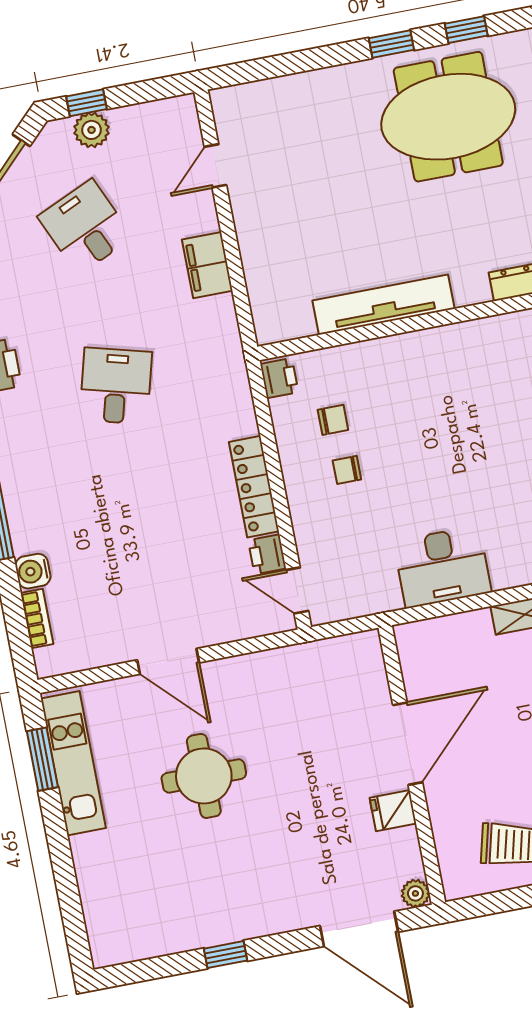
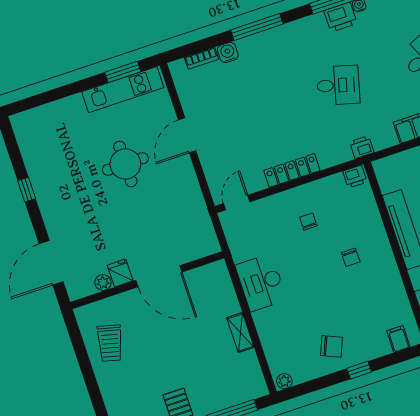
chair: (333, 420) -> (351, 257), moved
printer: (267, 554) -> (362, 147), moved
plant: (415, 893) -> (103, 283), moved

